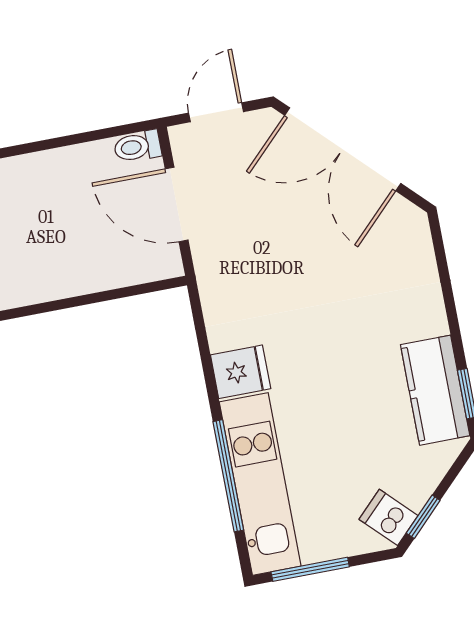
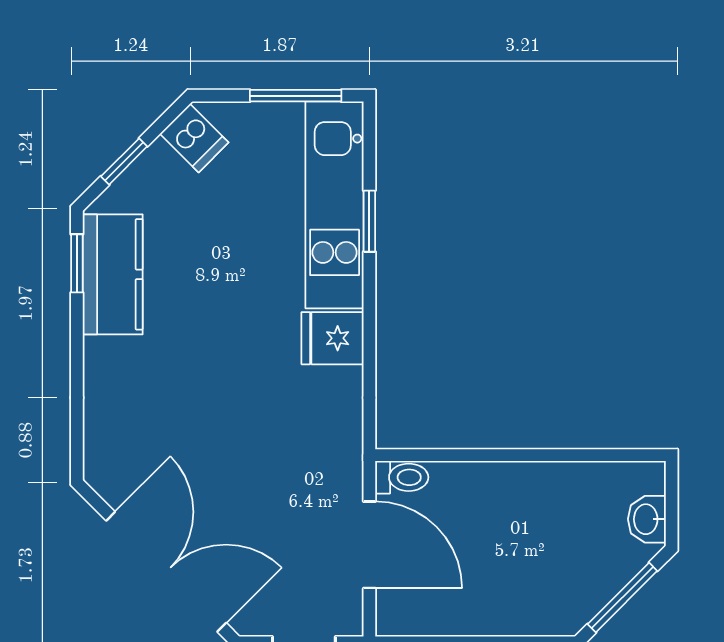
toilet: (137, 146) -> (402, 477), moved
window: (228, 476) -> (369, 221), width x0.46
window: (423, 517) -> (124, 161), moved

